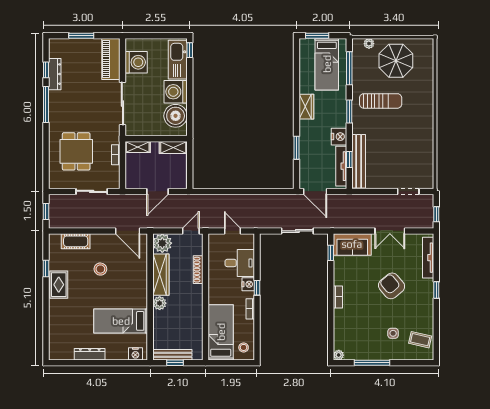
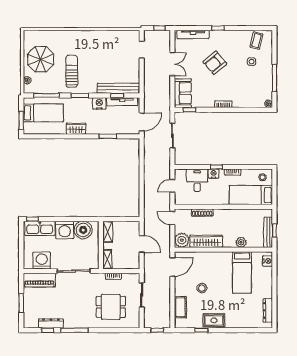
plant: (160, 303) -> (241, 242), moved
dresser: (90, 354) -> (268, 310), moved

